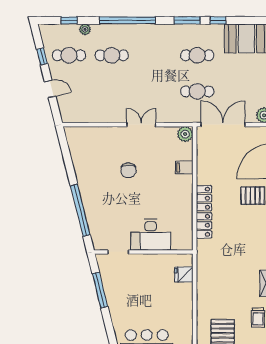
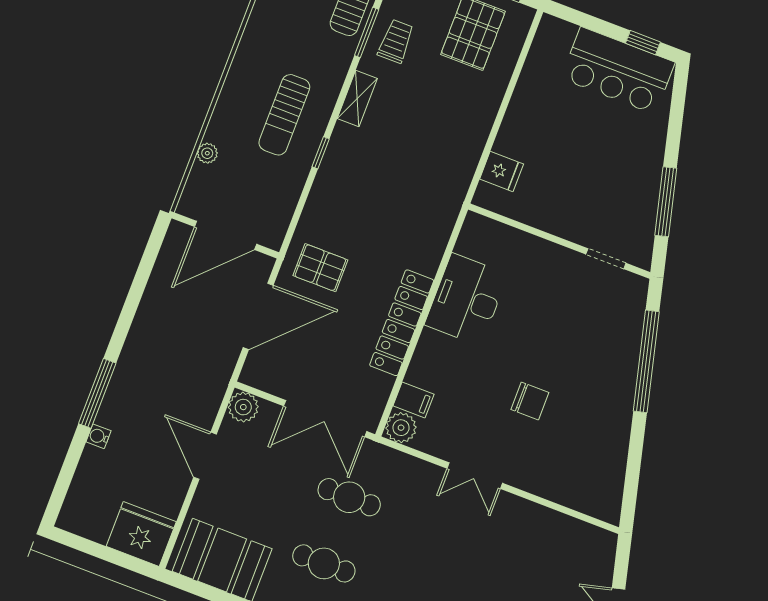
filing cabinet: (184, 168) -> (414, 400), moved
chair: (129, 170) -> (530, 401), turned 90
locker: (204, 212) -> (402, 323), moved
desk: (151, 235) -> (466, 299), moved, turned -90

